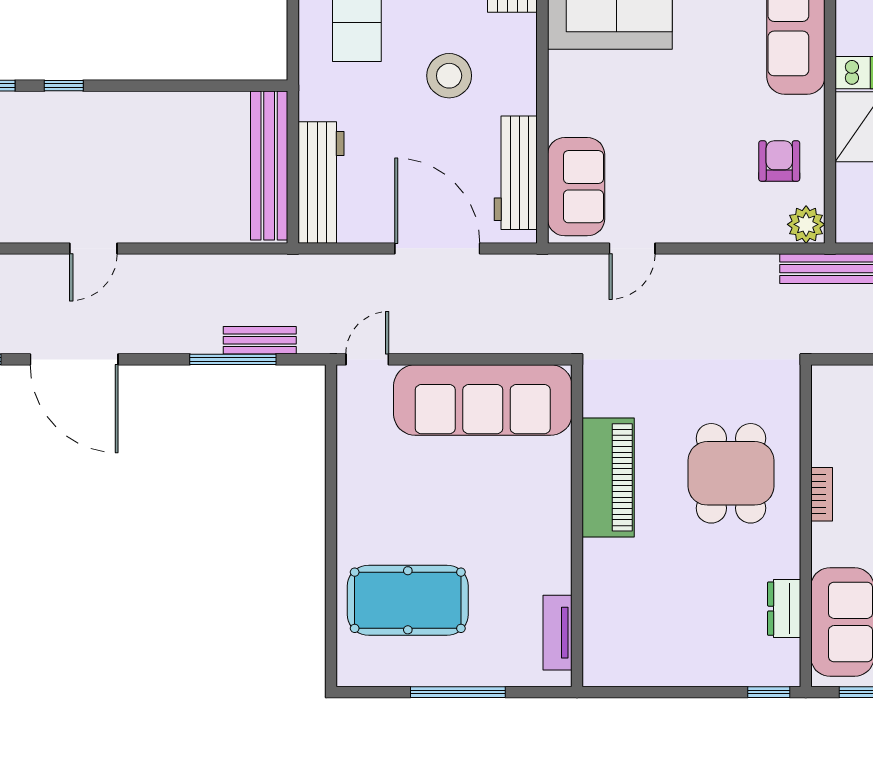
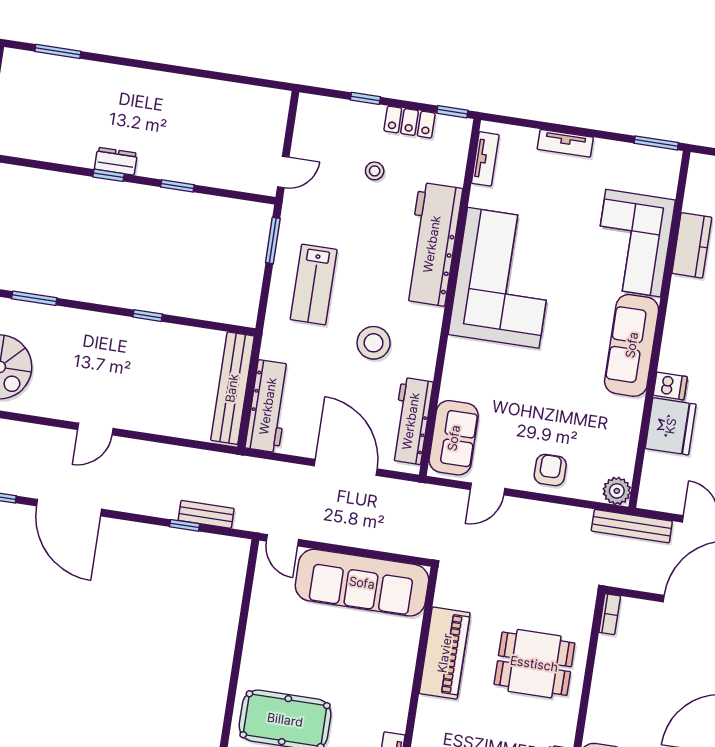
window: (64, 86) -> (148, 316), moved
armchair: (779, 161) -> (550, 470), moved
window: (233, 359) -> (185, 525), width x0.46
door: (367, 359) -> (282, 540), swing flipped
dining table: (731, 473) -> (534, 664), turned 90
bookcase: (822, 494) -> (610, 614), moved

